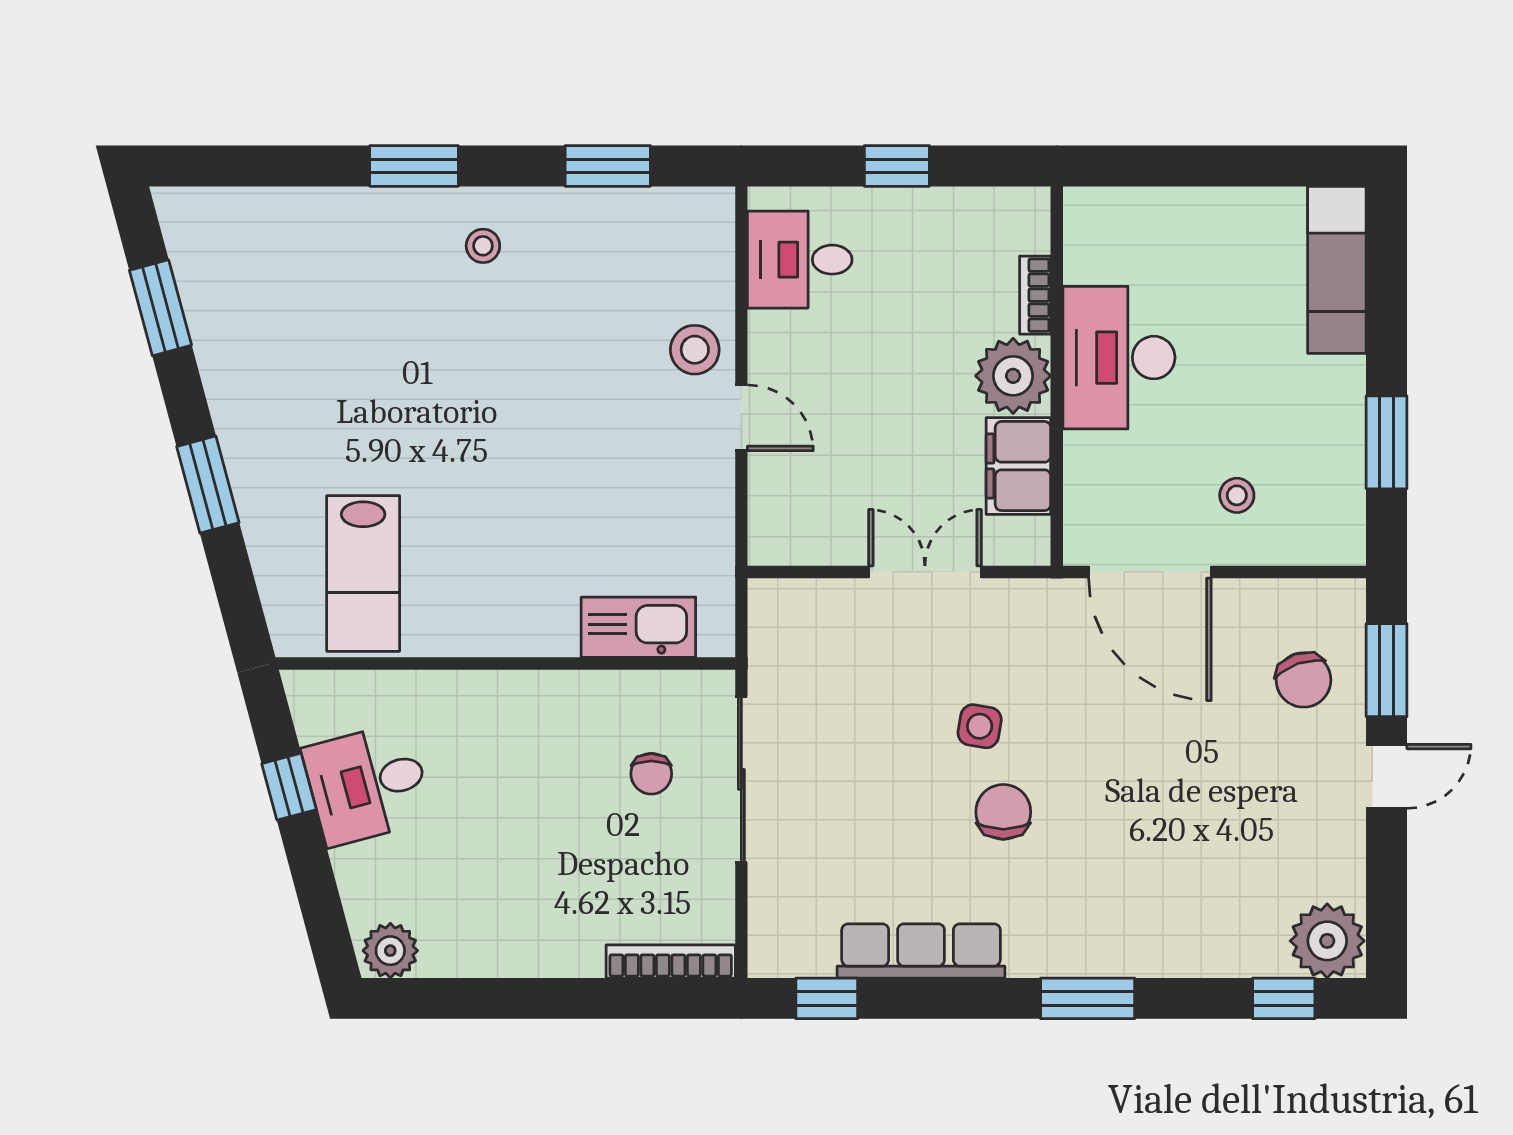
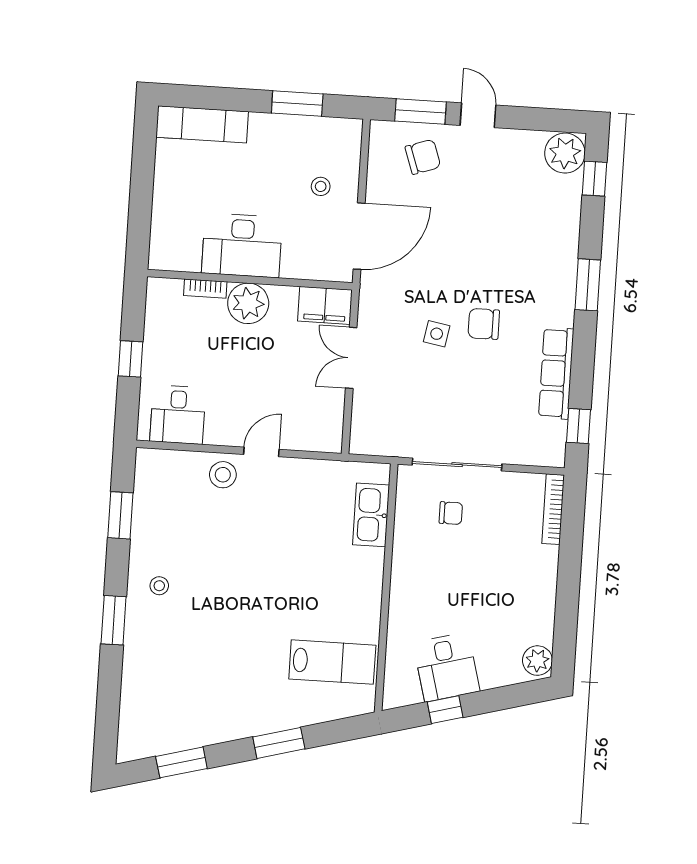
filing cabinet: (1018, 466) -> (325, 305), moved

